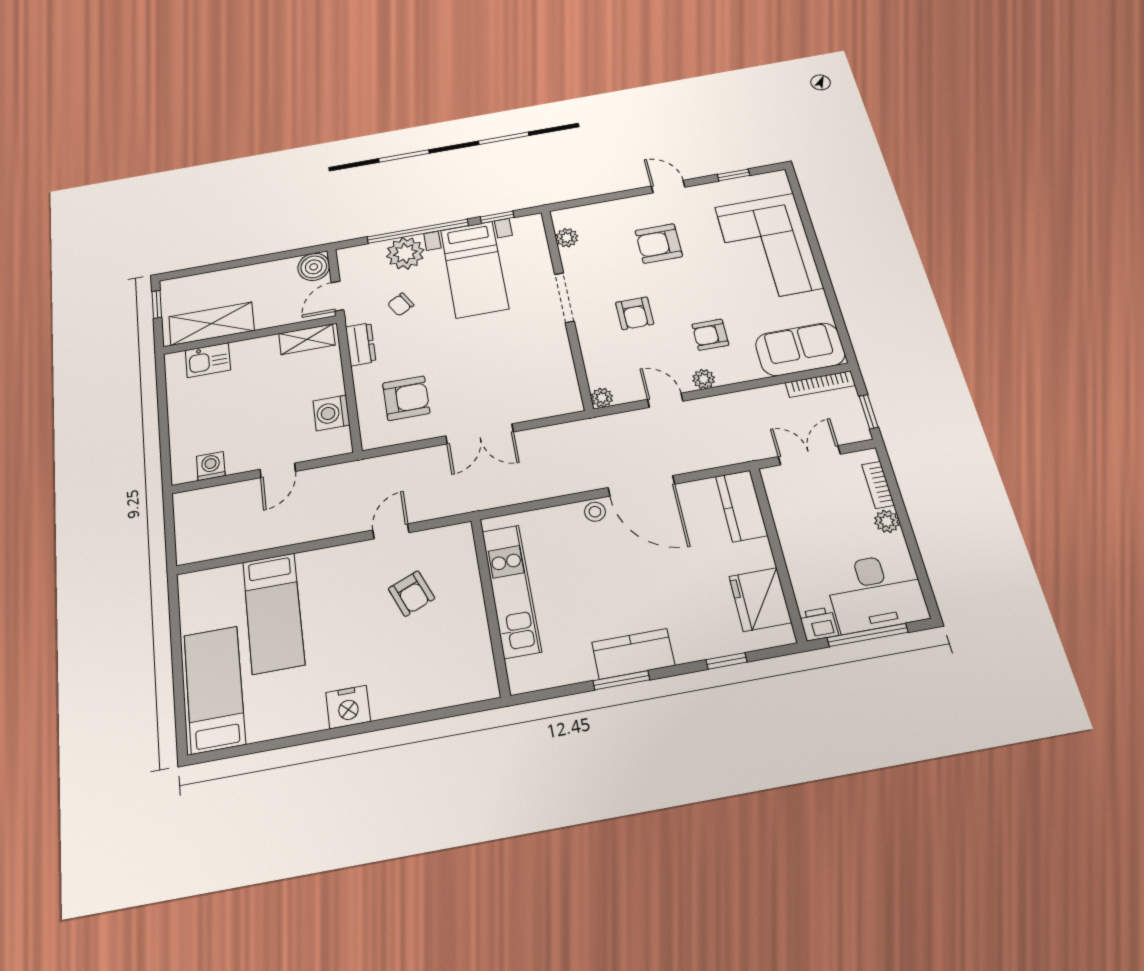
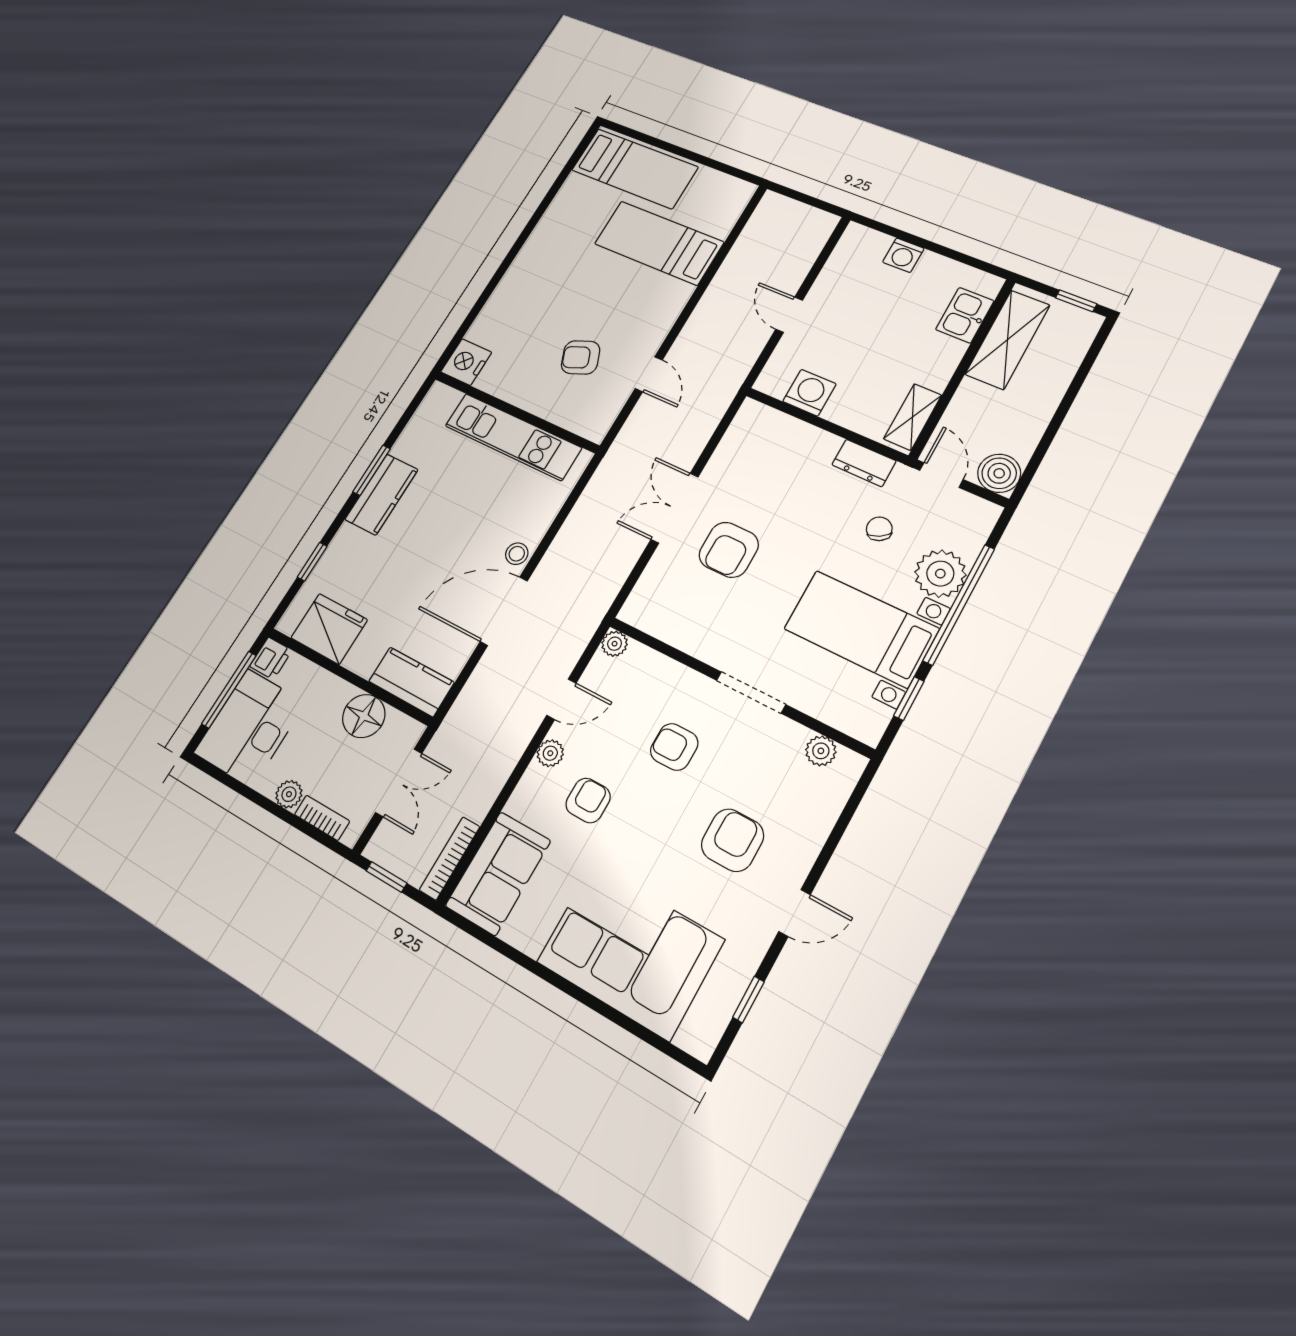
armchair: (406, 398) -> (729, 550), moved
washing machine: (211, 466) -> (903, 255), moved, turned 90
floor lamp: (792, 518) -> (364, 716), added
nightstand: (348, 707) -> (466, 362), moved

